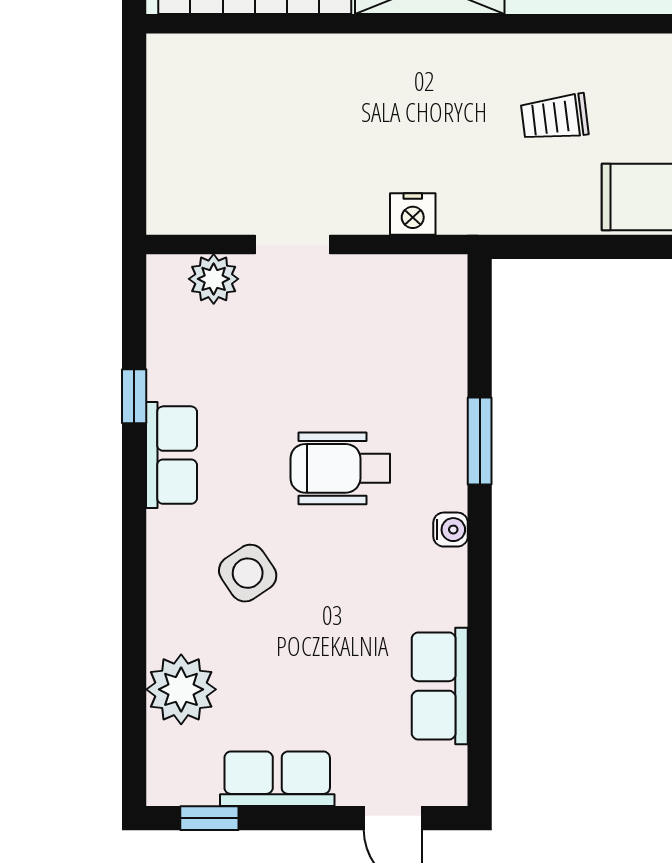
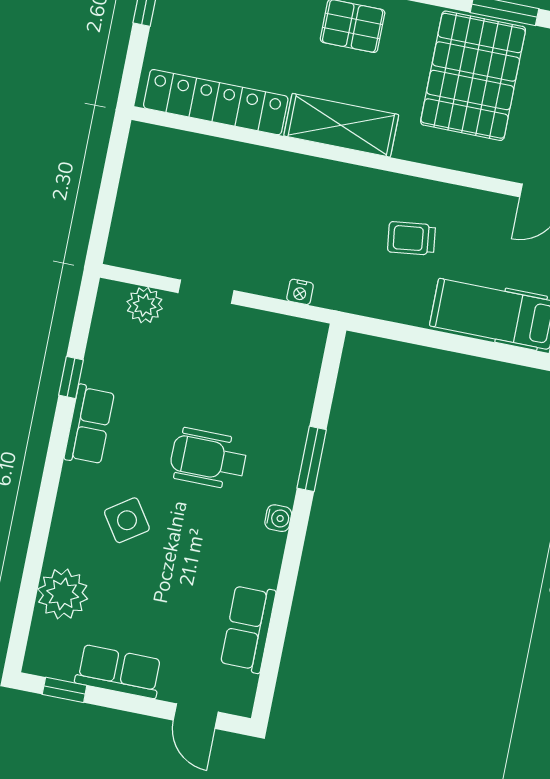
nightstand: (413, 214) -> (300, 292), width x0.72, depth x0.74

